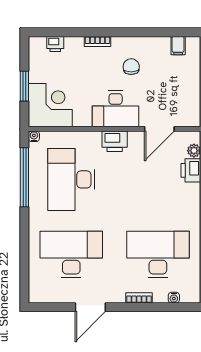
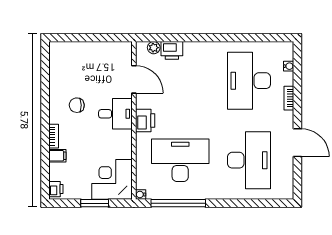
printer: (55, 44) -> (56, 189), moved
filing cabinet: (178, 46) -> (57, 156), moved
desk: (116, 109) -> (115, 114), width x0.73
desk: (71, 179) -> (180, 160), turned 180
desk: (71, 254) -> (249, 160), turned 180

